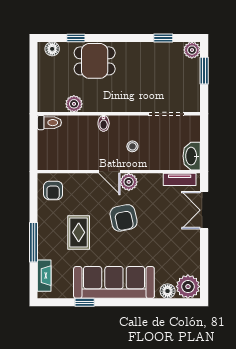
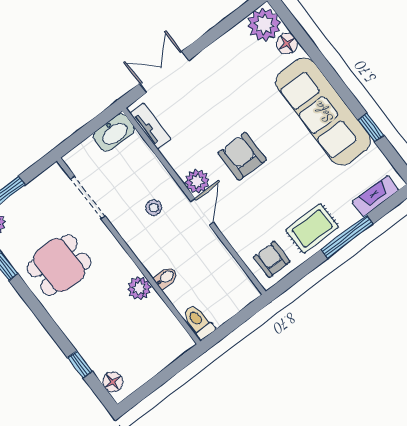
dining table: (95, 61) -> (59, 265), moved, turned 90
plant: (74, 104) -> (139, 288), moved
bidet: (104, 123) -> (166, 277), moved
armchair: (53, 190) -> (272, 259), turned -90
double door: (204, 210) -> (164, 72), swing flipped
armchair: (124, 218) -> (242, 156), turned -78
rug: (79, 232) -> (312, 228), moved

